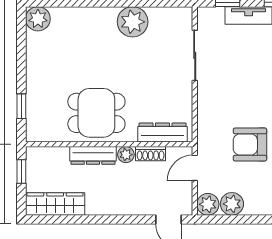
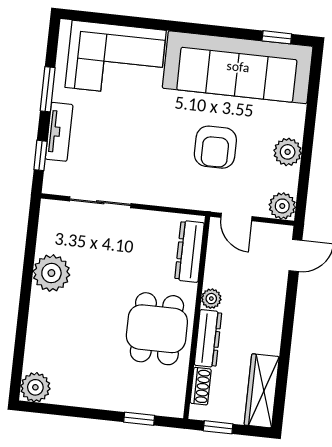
shoe rack: (151, 154) -> (201, 386), moved
plant: (232, 204) -> (288, 152), moved

